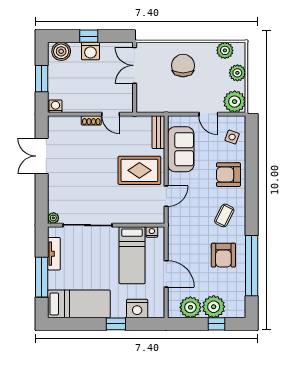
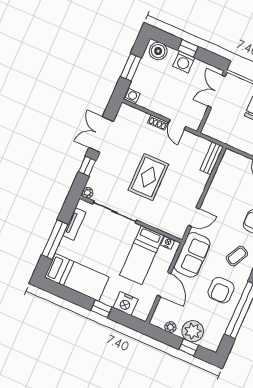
sofa: (181, 149) -> (192, 255), moved
rug: (139, 170) -> (148, 177), moved, turned 90
window: (42, 193) -> (87, 166), added
plant: (190, 307) -> (170, 327), width x0.53, depth x0.53

